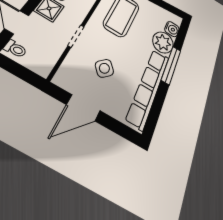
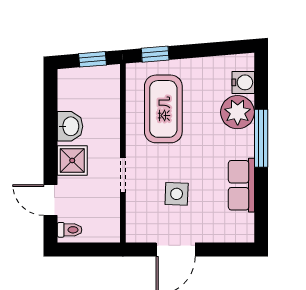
side table: (104, 68) -> (177, 194), turned 45
row of seats: (149, 87) -> (241, 185), width x0.50

